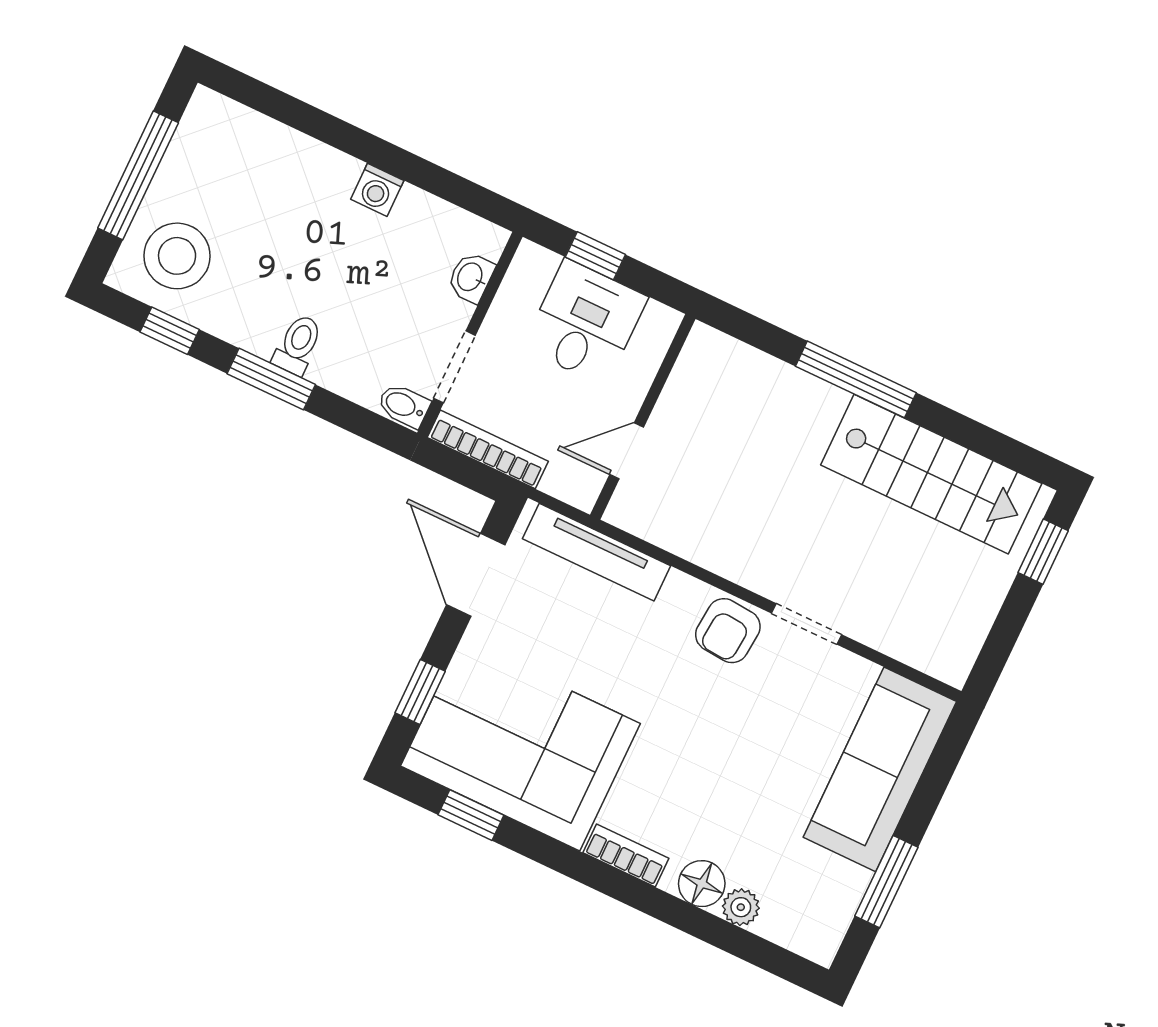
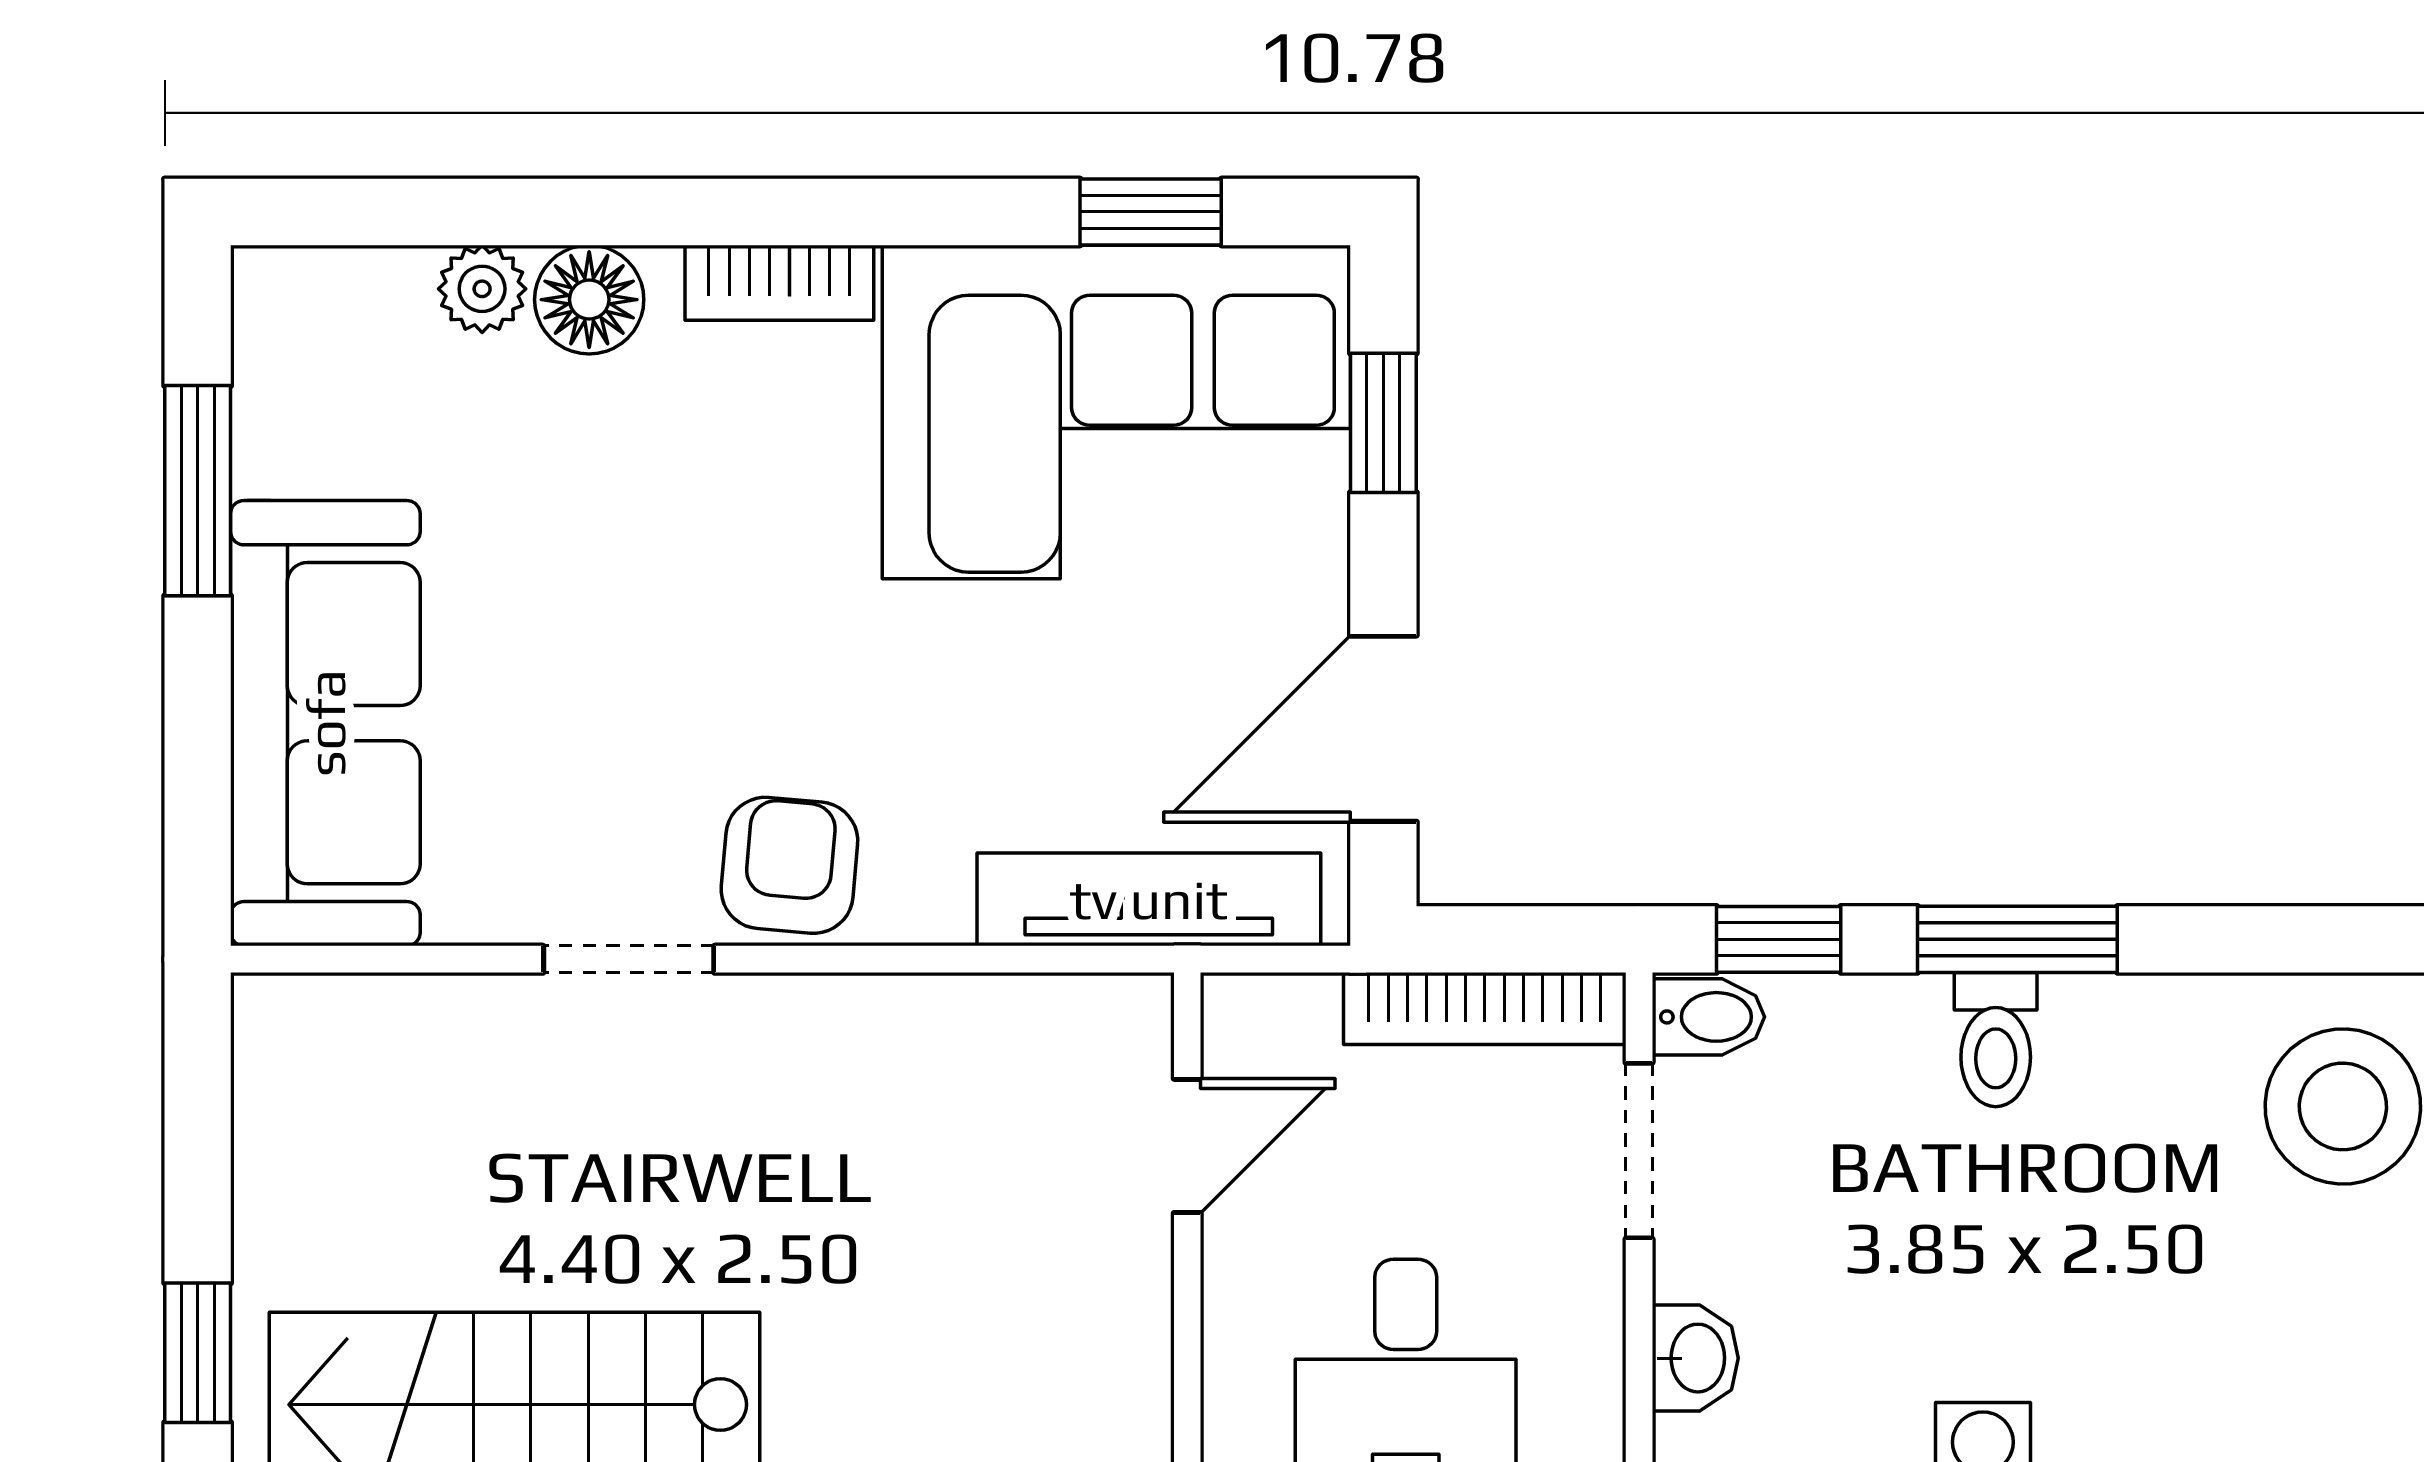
window: (170, 331) -> (1779, 939), moved
door: (476, 575) -> (1383, 729), swing flipped

